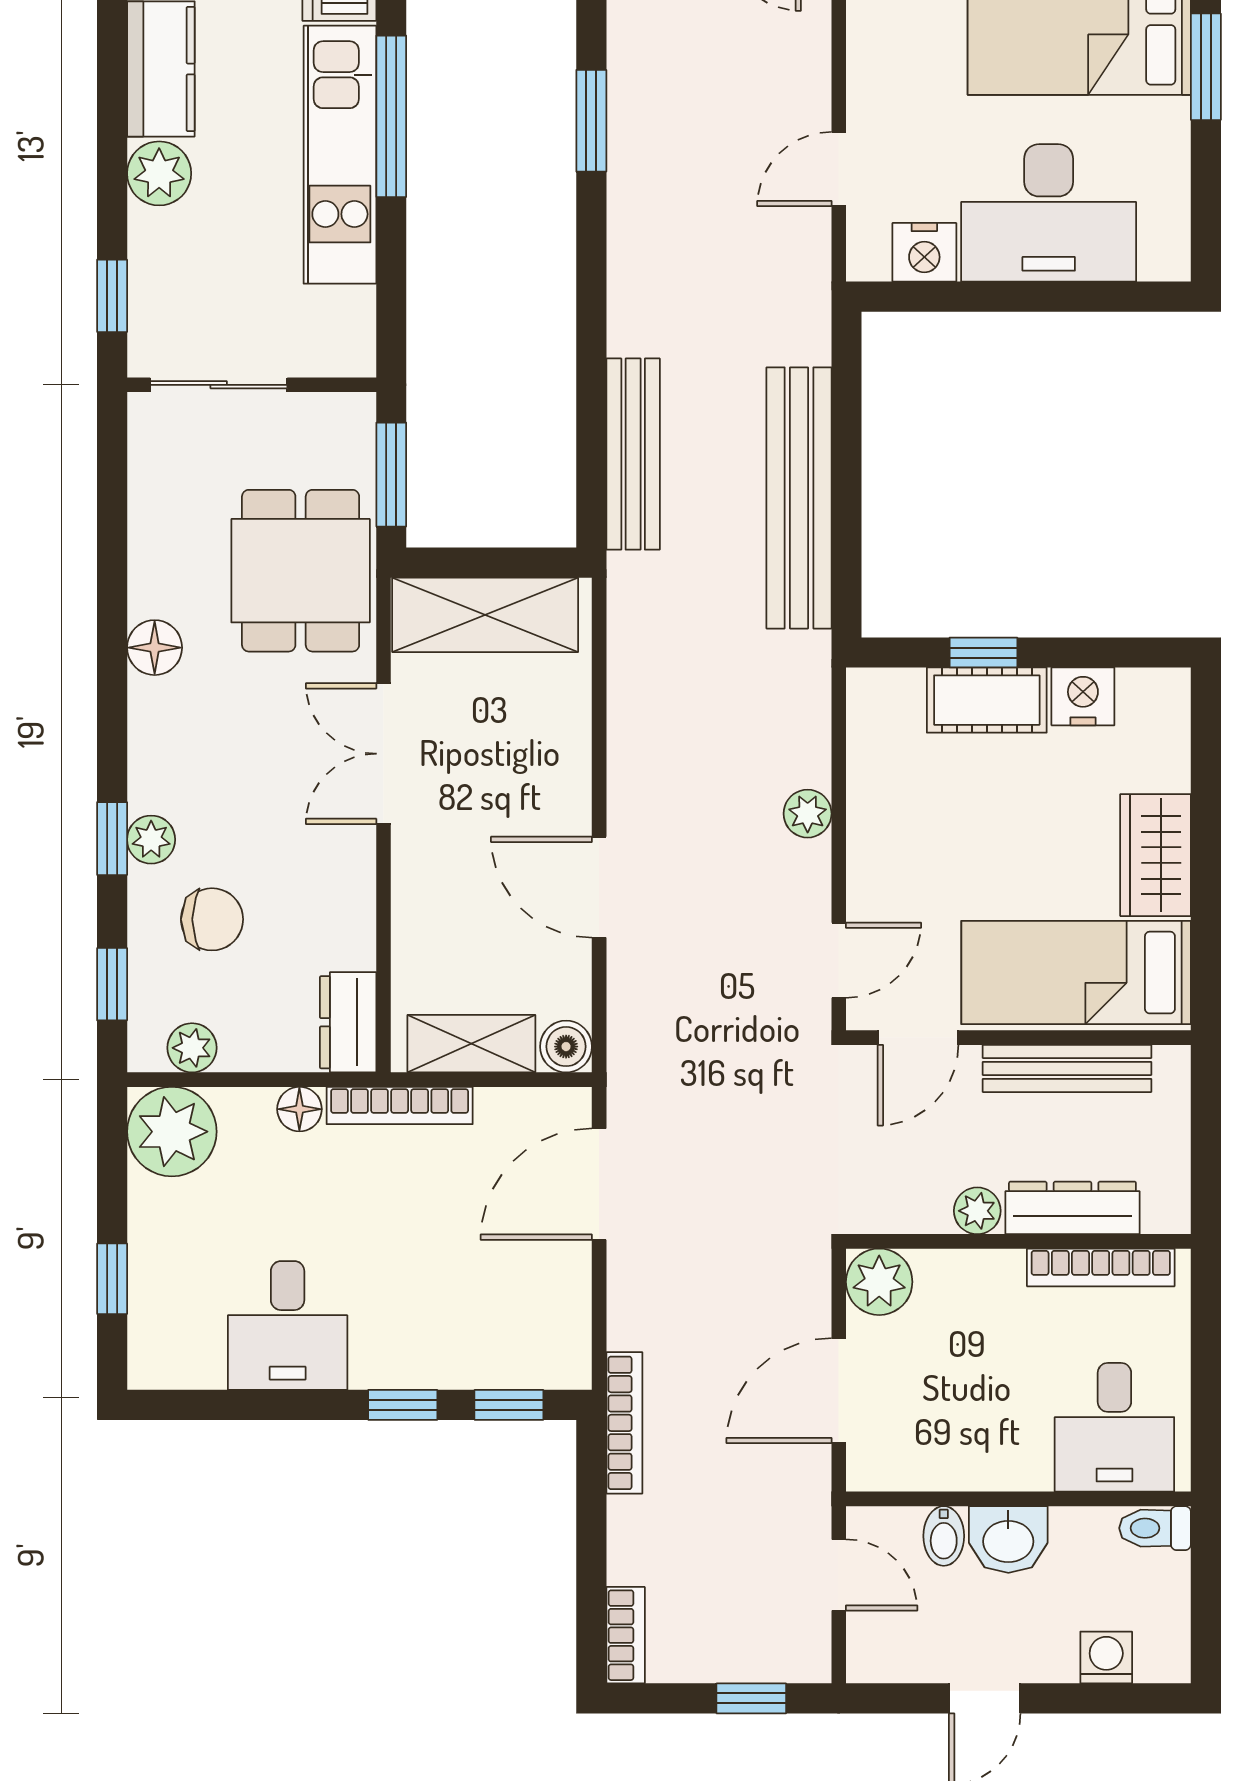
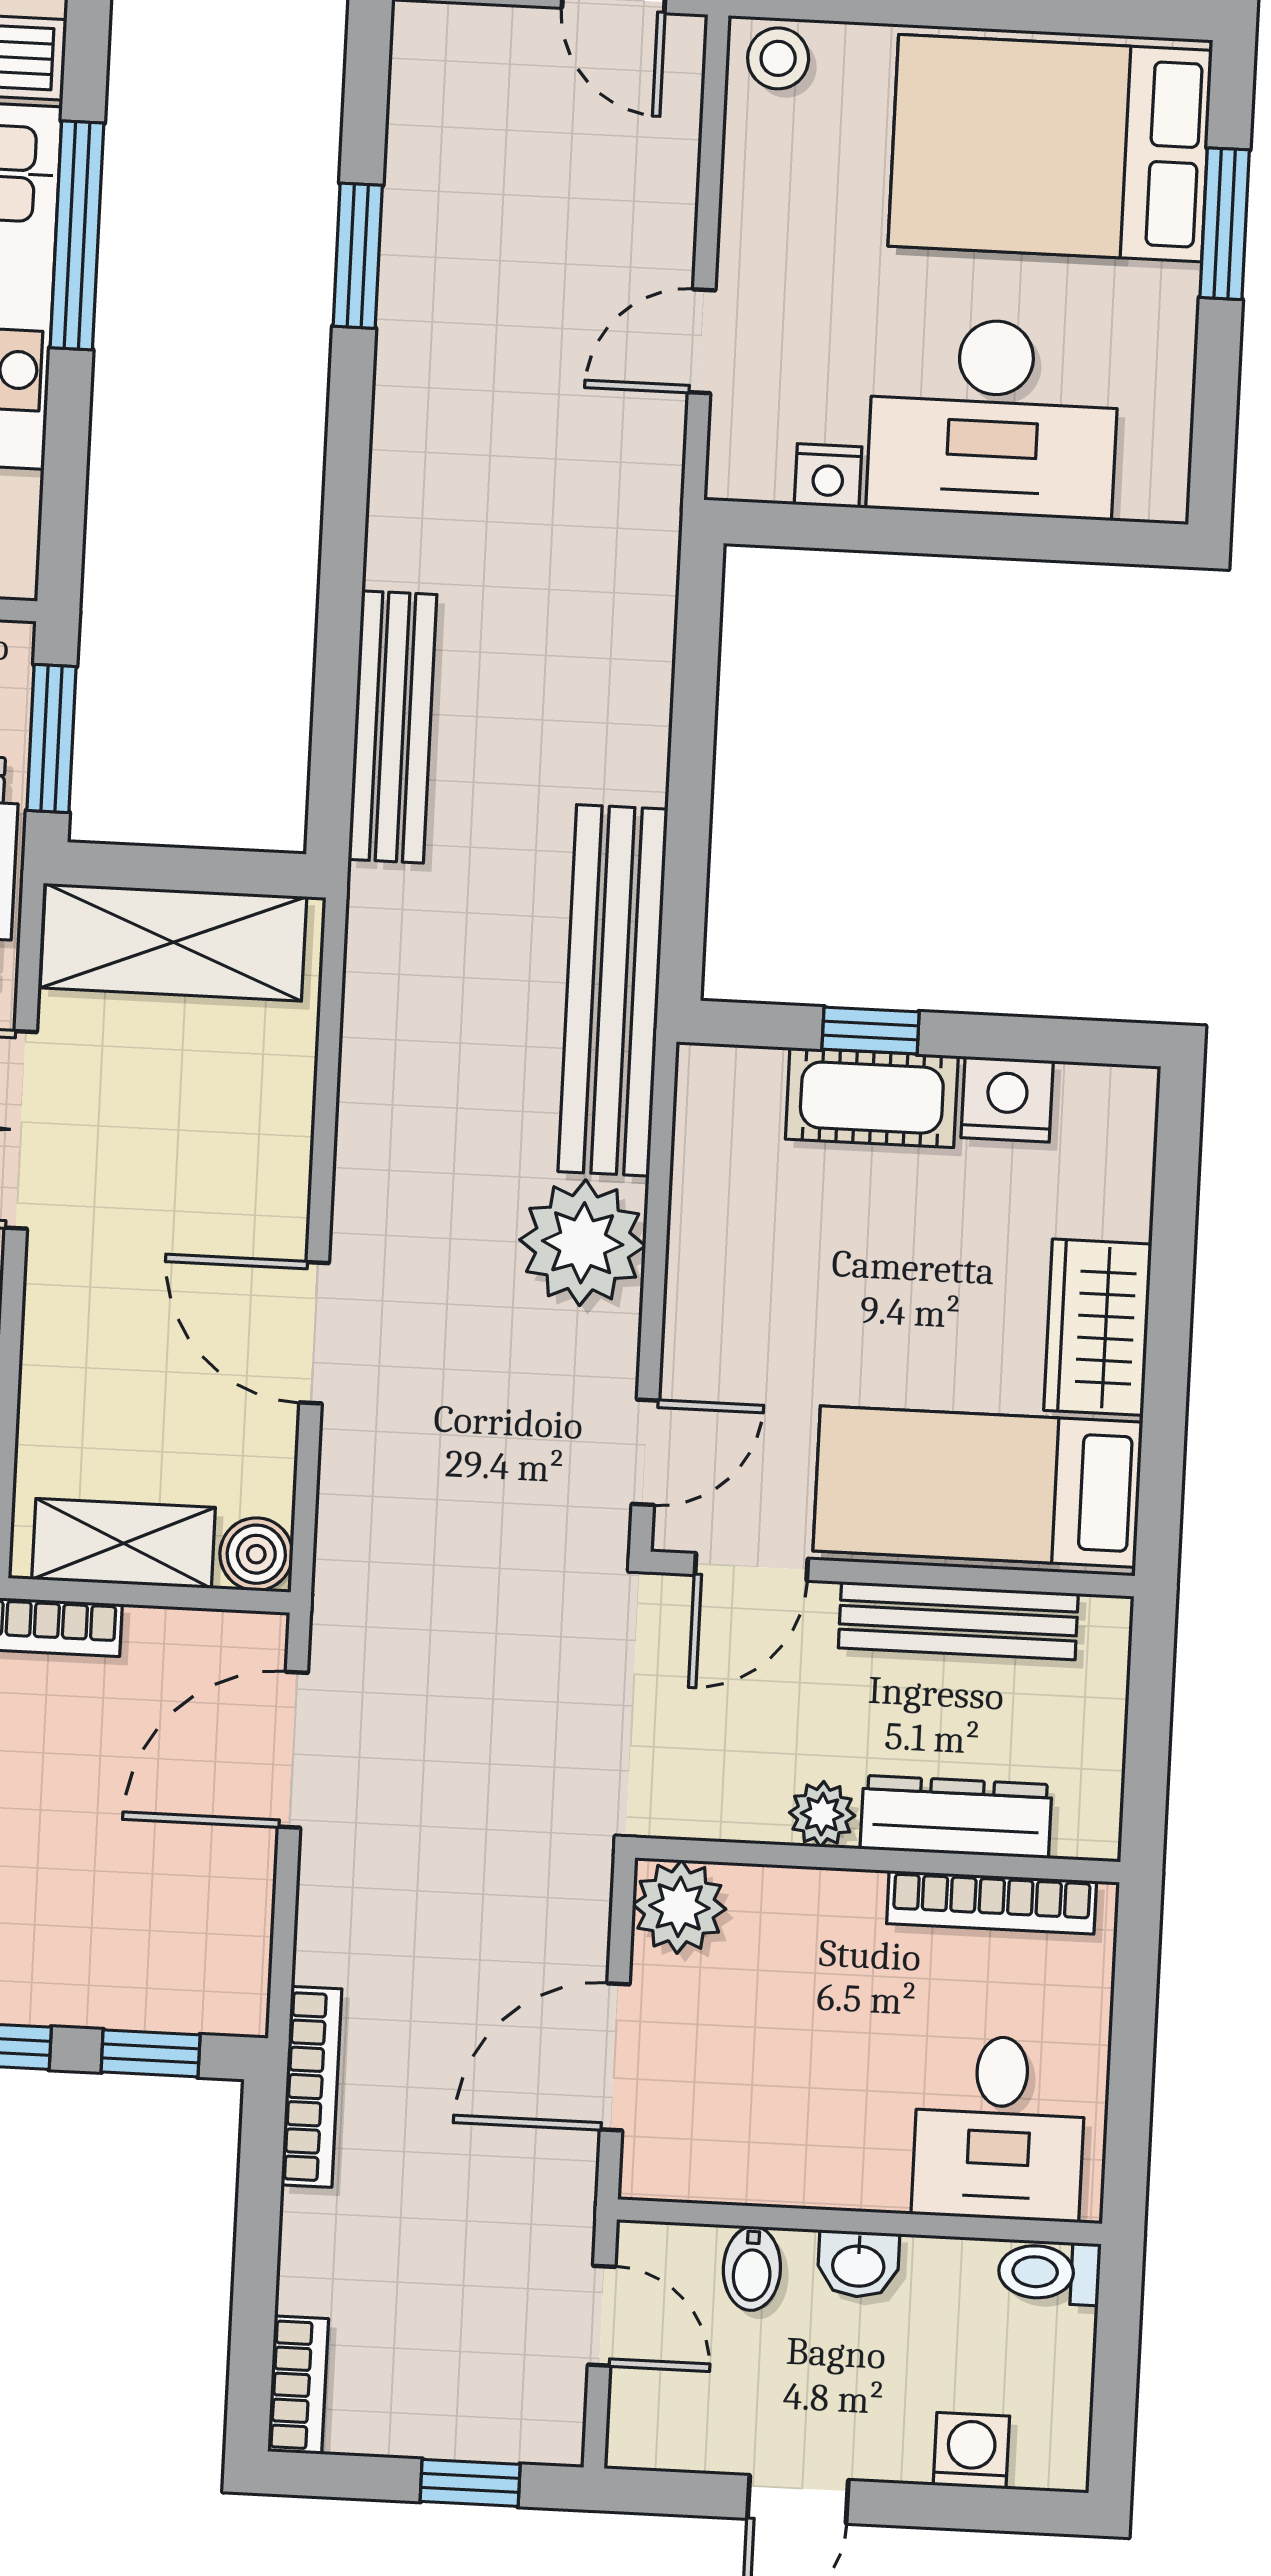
nightstand: (924, 252) -> (828, 476), width x0.72, depth x0.74
bench: (799, 498) -> (613, 990), moved
plant: (808, 814) -> (583, 1243), width x1.87, depth x1.87
washbasin: (1008, 1539) -> (858, 2264), width x0.72, depth x0.69

